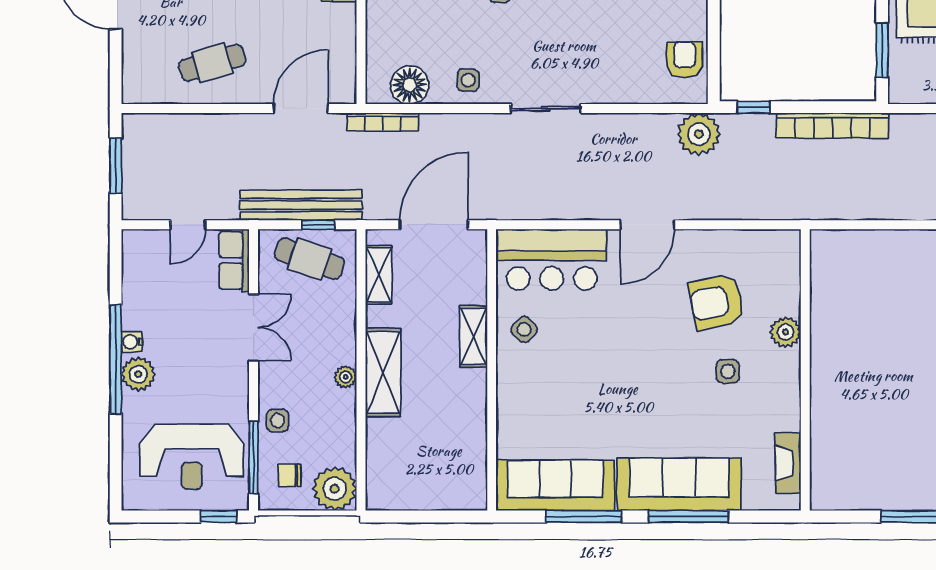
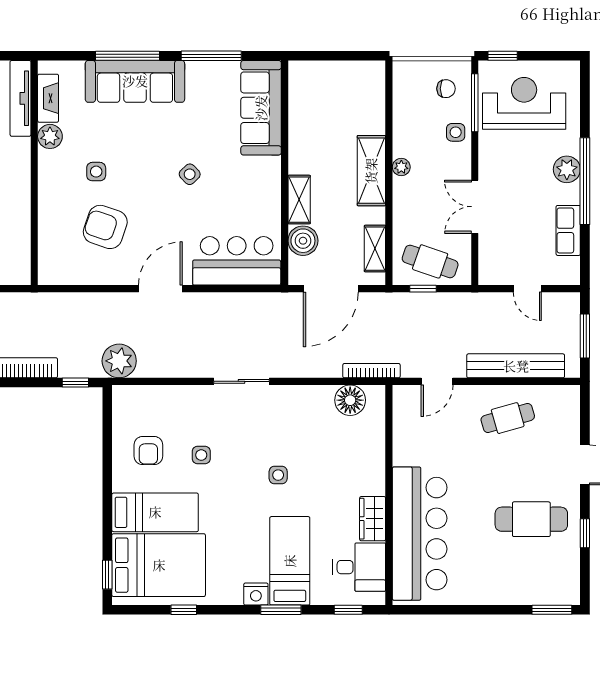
armchair: (685, 60) -> (148, 451), moved
side table: (468, 80) -> (201, 455), moved
door: (301, 109) -> (437, 381), width x0.73
bench: (301, 205) -> (516, 366), moved
door: (188, 225) -> (527, 289), swing flipped
row of seats: (234, 260) -> (568, 230), moved, turned 180
boiler: (469, 285) -> (303, 241), added
armchair: (716, 302) -> (105, 227), turned -149
side table: (524, 329) -> (190, 174), moved
plant: (786, 332) -> (50, 136), moved
water cooler: (132, 342) -> (572, 195), removed
tv unit: (822, 463) -> (20, 98), added
sofa: (555, 485) -> (261, 108), moved, turned 90
plant: (335, 489) -> (410, 78), removed

